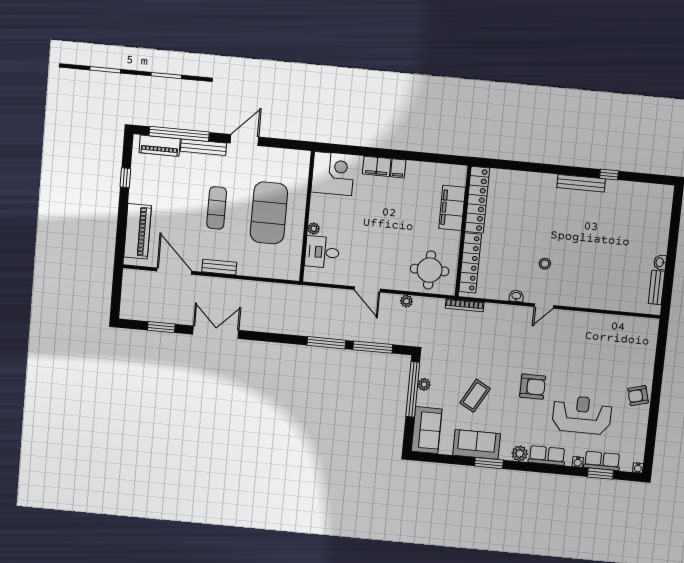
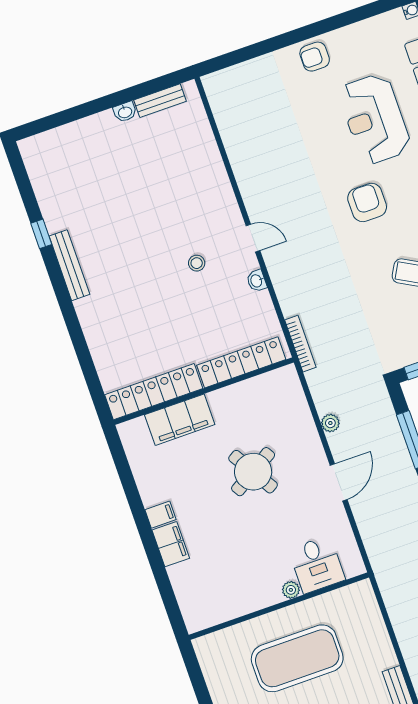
corner desk: (333, 174) -> (207, 597), removed
round table: (430, 270) -> (253, 472), moved, turned -31
armchair: (638, 396) -> (315, 57), turned 105

